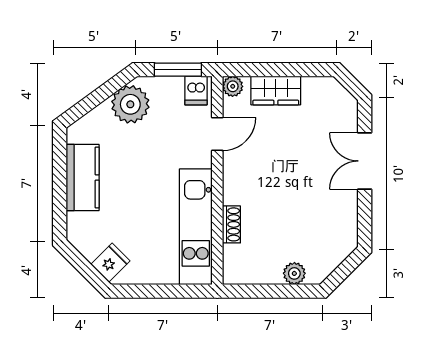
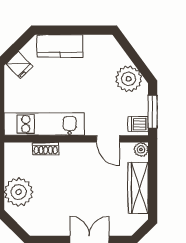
wardrobe: (276, 90) -> (138, 188), width x1.50
kitchen counter: (83, 178) -> (60, 46), moved
plant: (294, 273) -> (19, 192), width x1.87, depth x1.87

